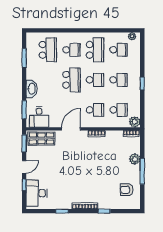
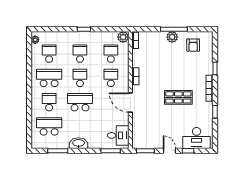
washbasin: (31, 89) -> (79, 143), moved
shop shelf: (41, 138) -> (178, 97), moved, turned 90
plant: (135, 159) -> (172, 37), moved

